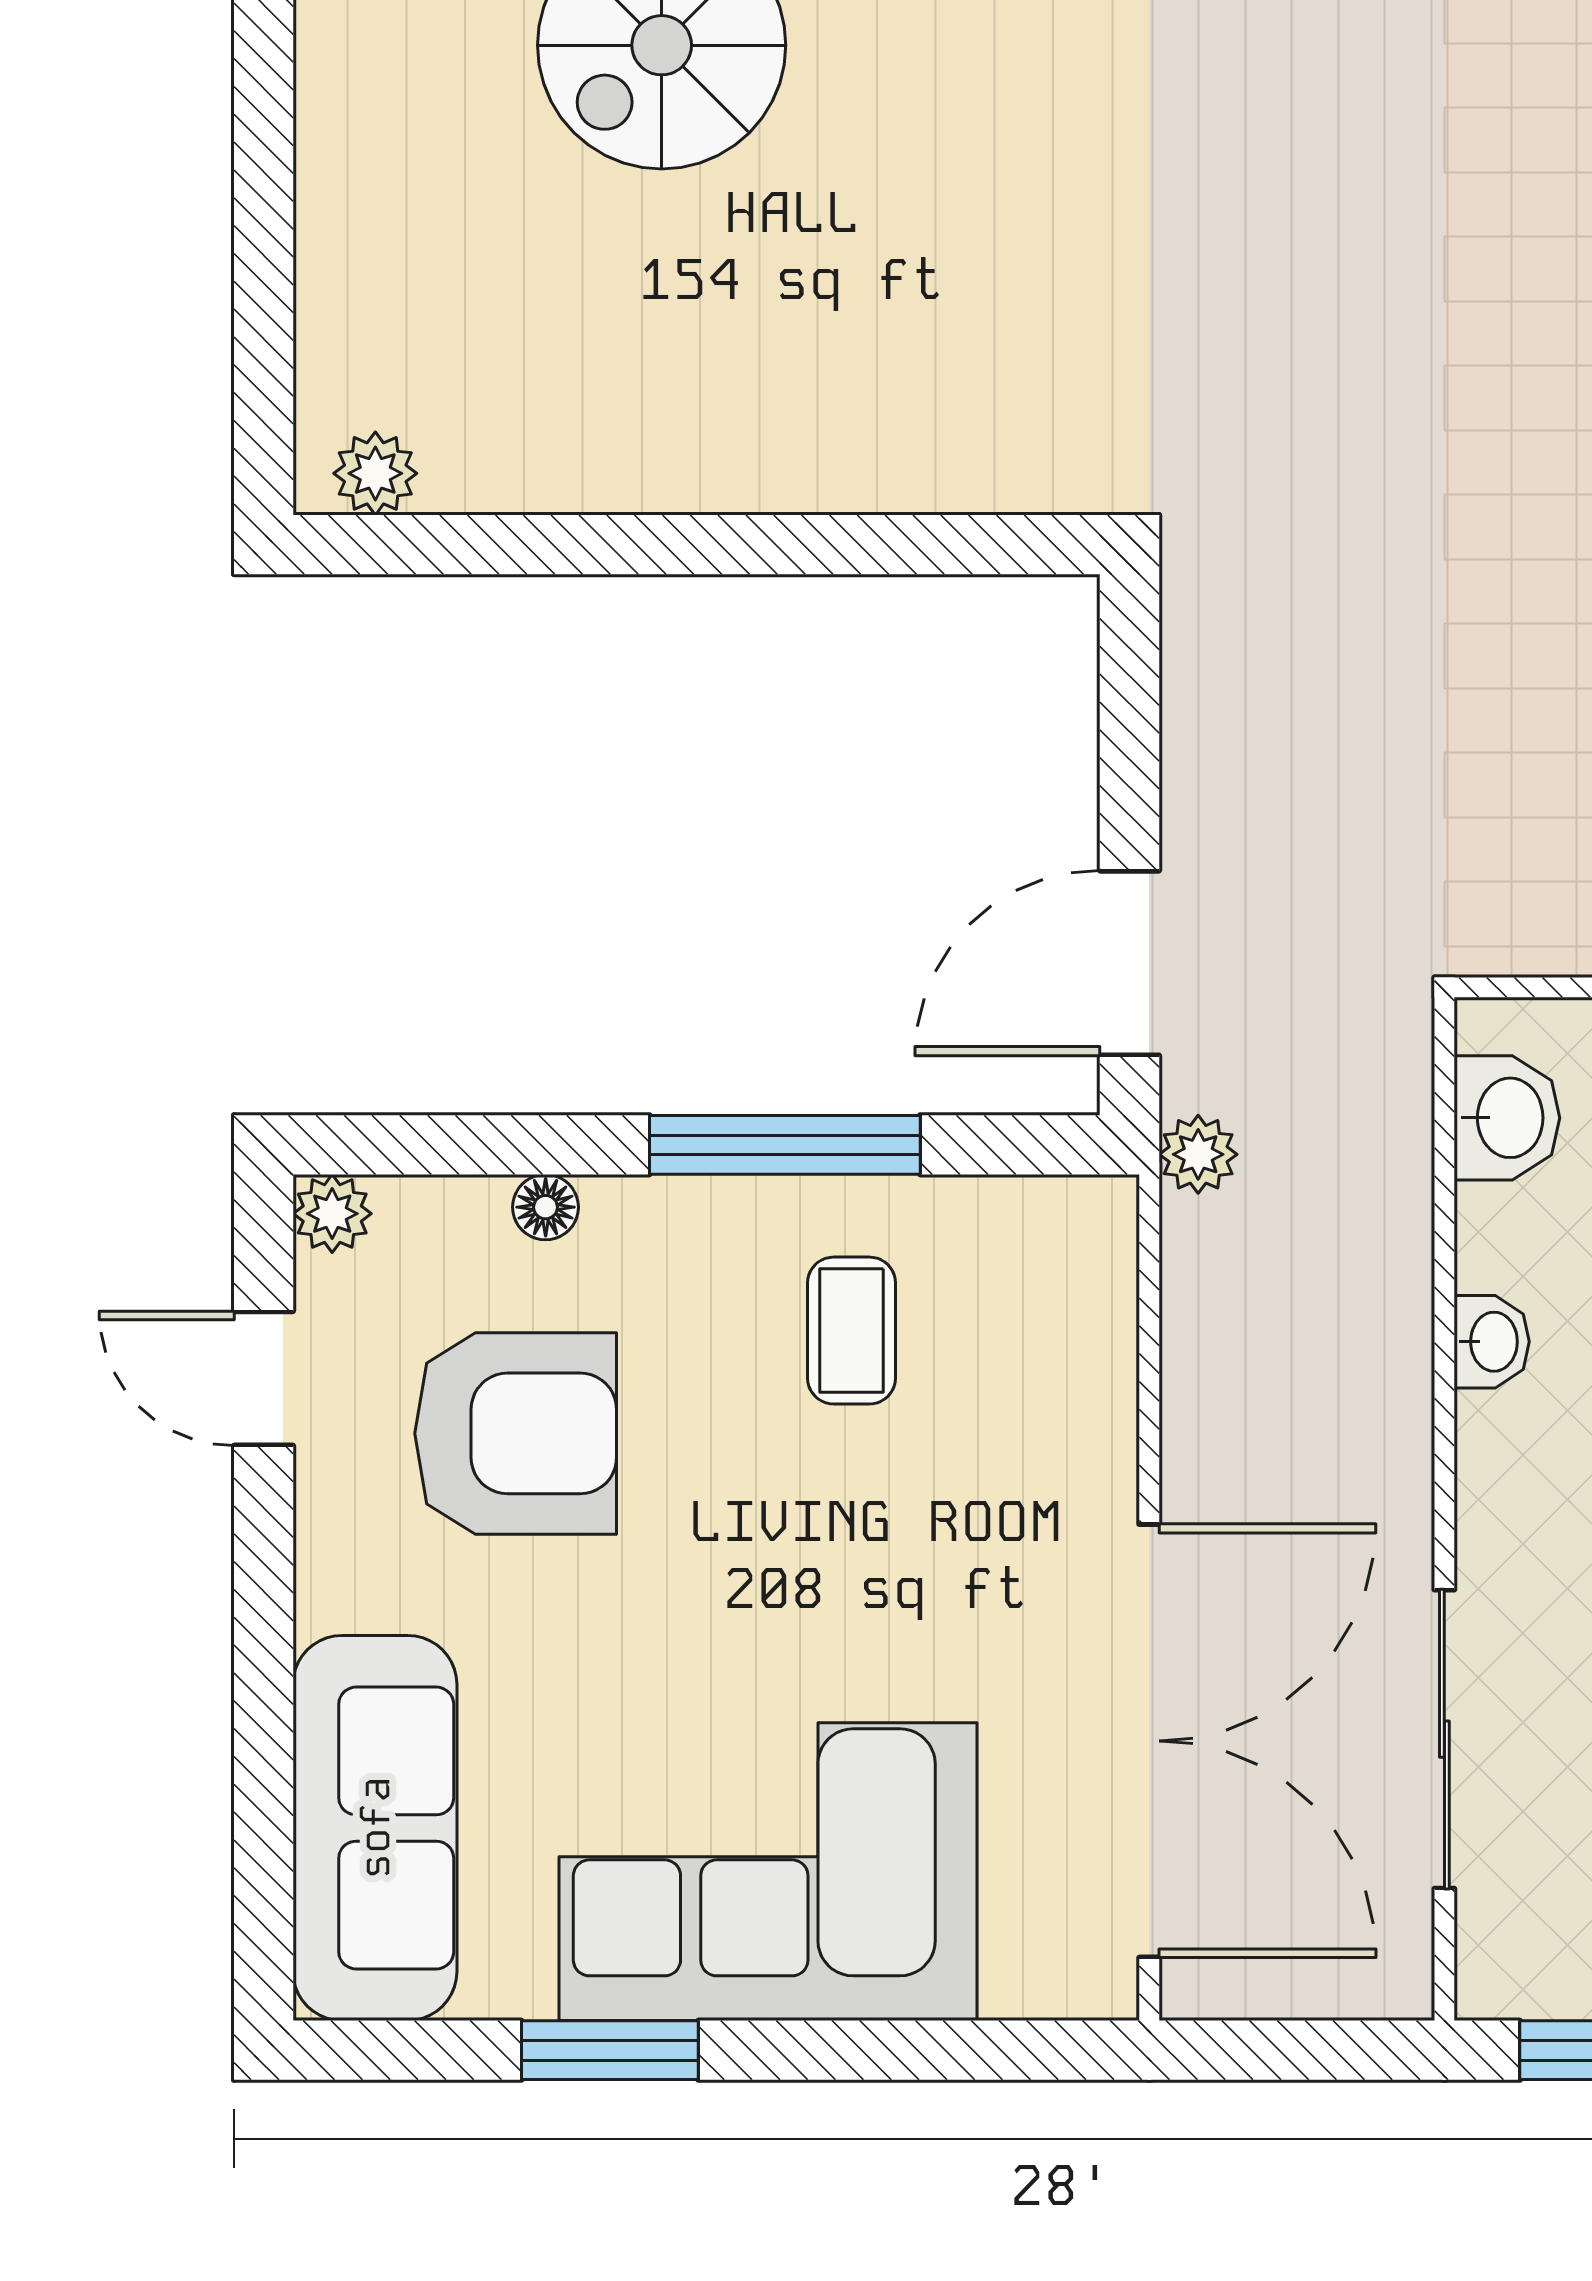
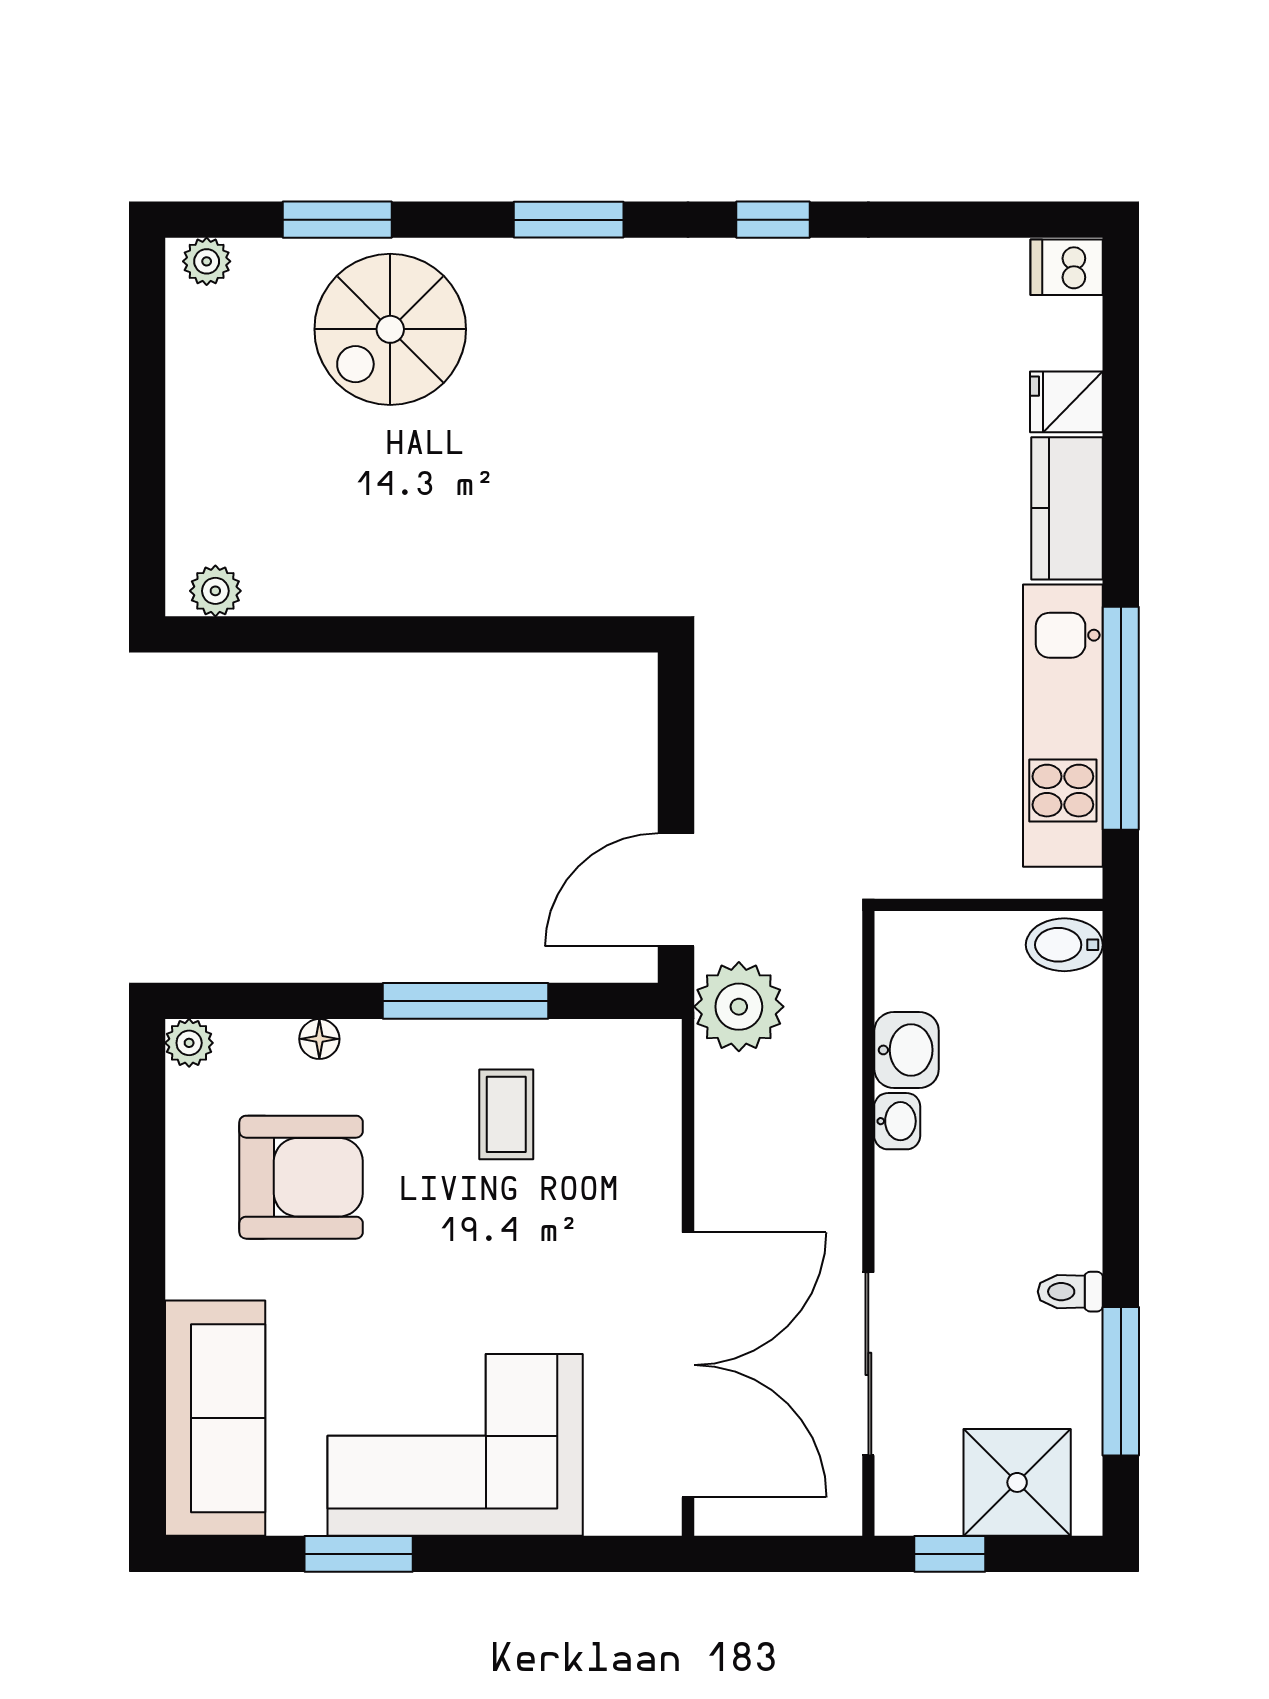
washbasin: (1507, 1118) -> (907, 1050), moved
plant: (1198, 1154) -> (739, 1007), width x1.88, depth x1.88
door: (264, 1378) -> (147, 1144), removed

